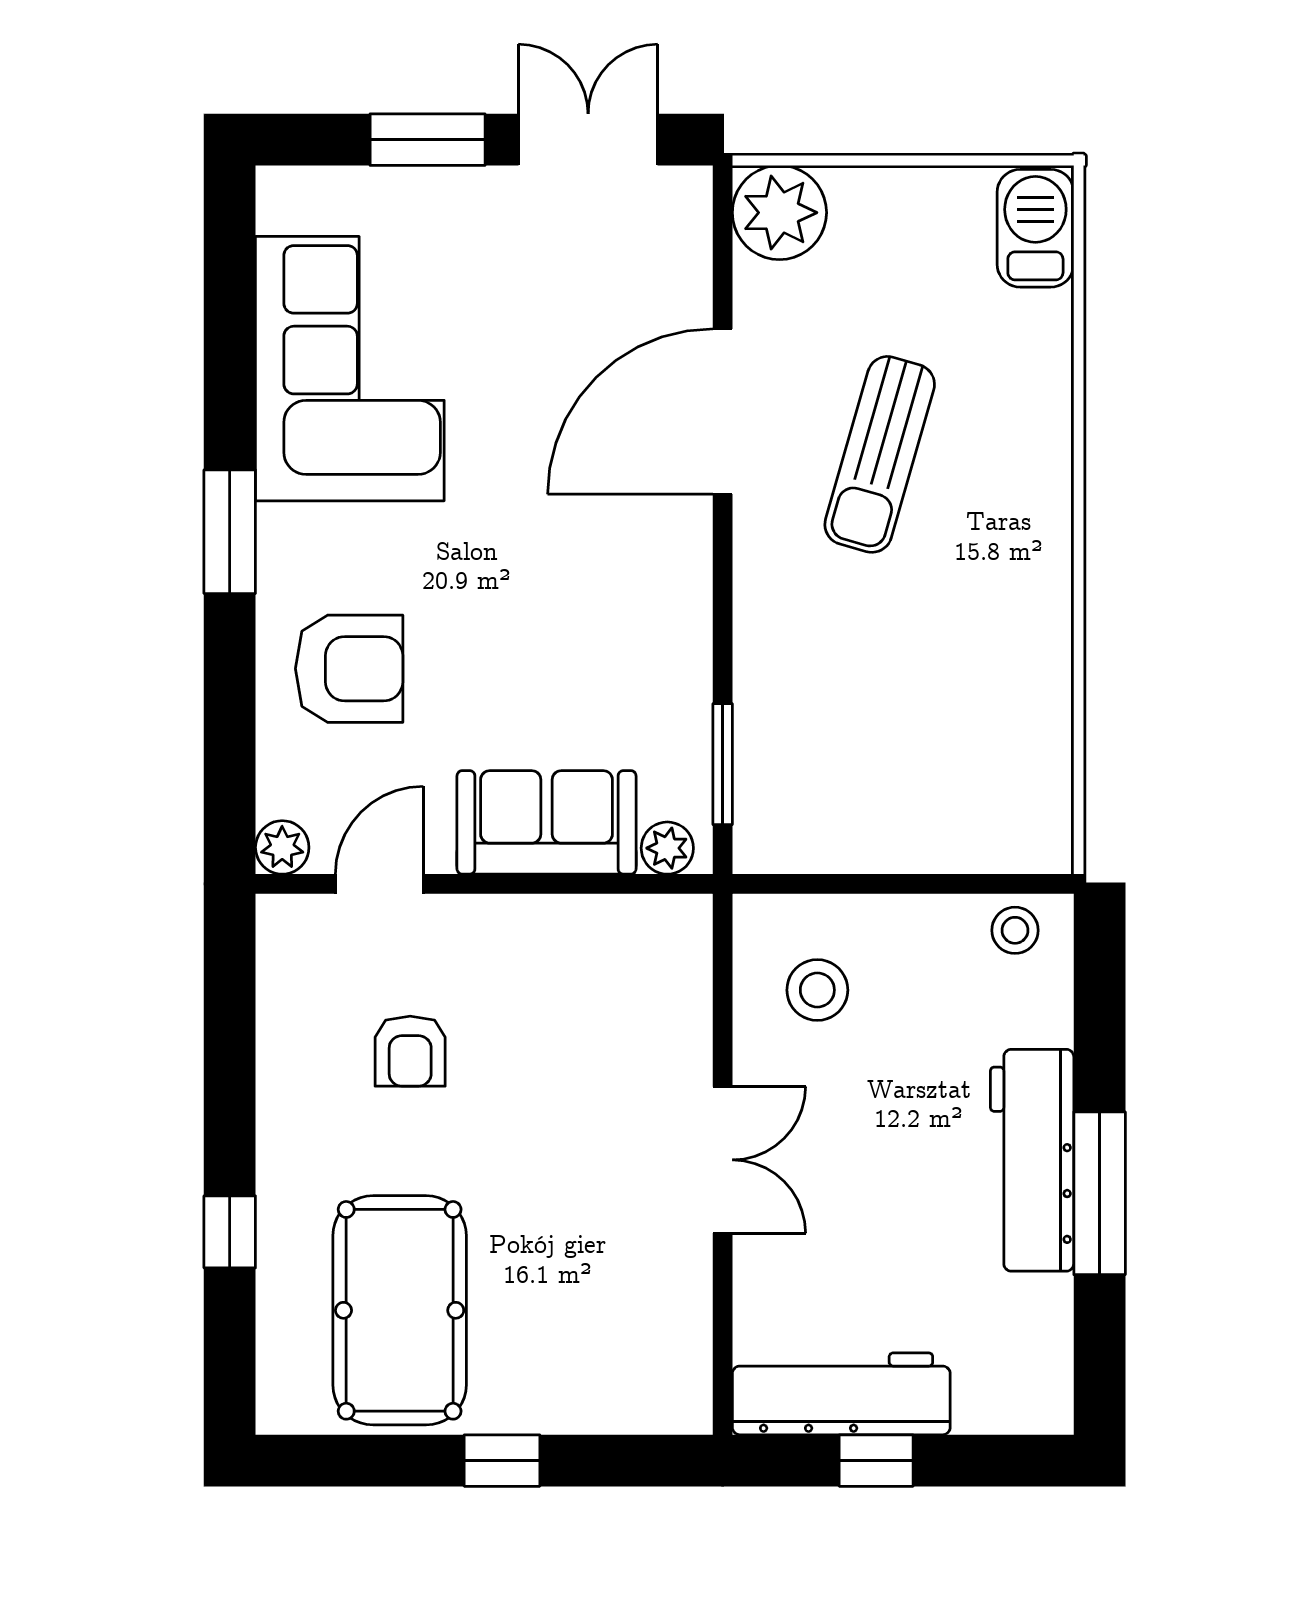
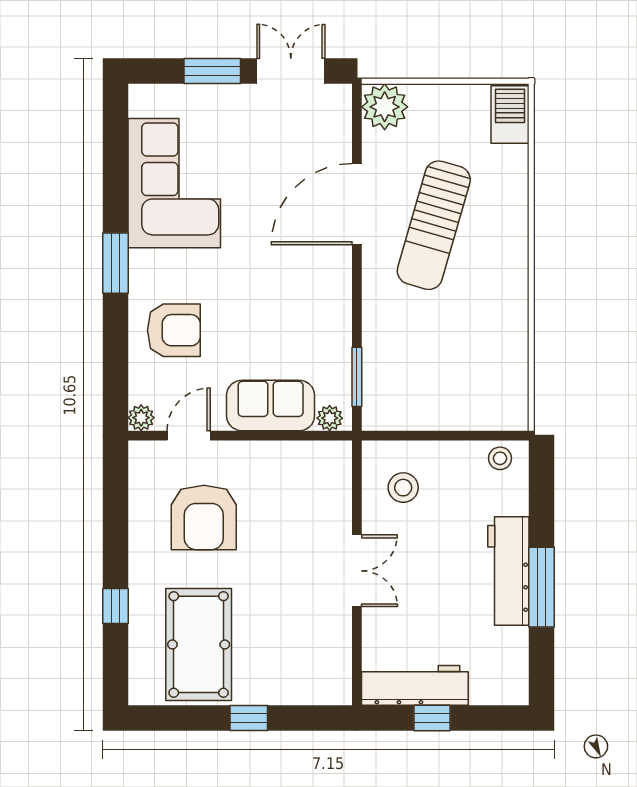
sun lounger: (880, 454) -> (434, 225), width x1.36, depth x1.34
armchair: (410, 1051) -> (204, 517), width x1.88, depth x1.88

